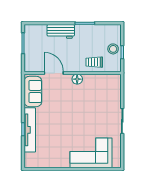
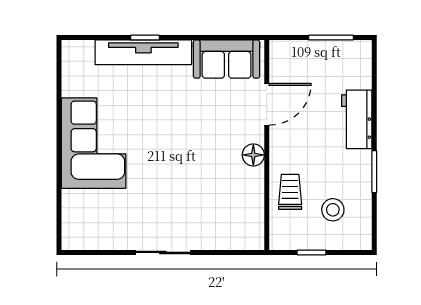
stool: (113, 49) -> (333, 210), moved
corner sofa: (91, 153) -> (94, 143), moved

